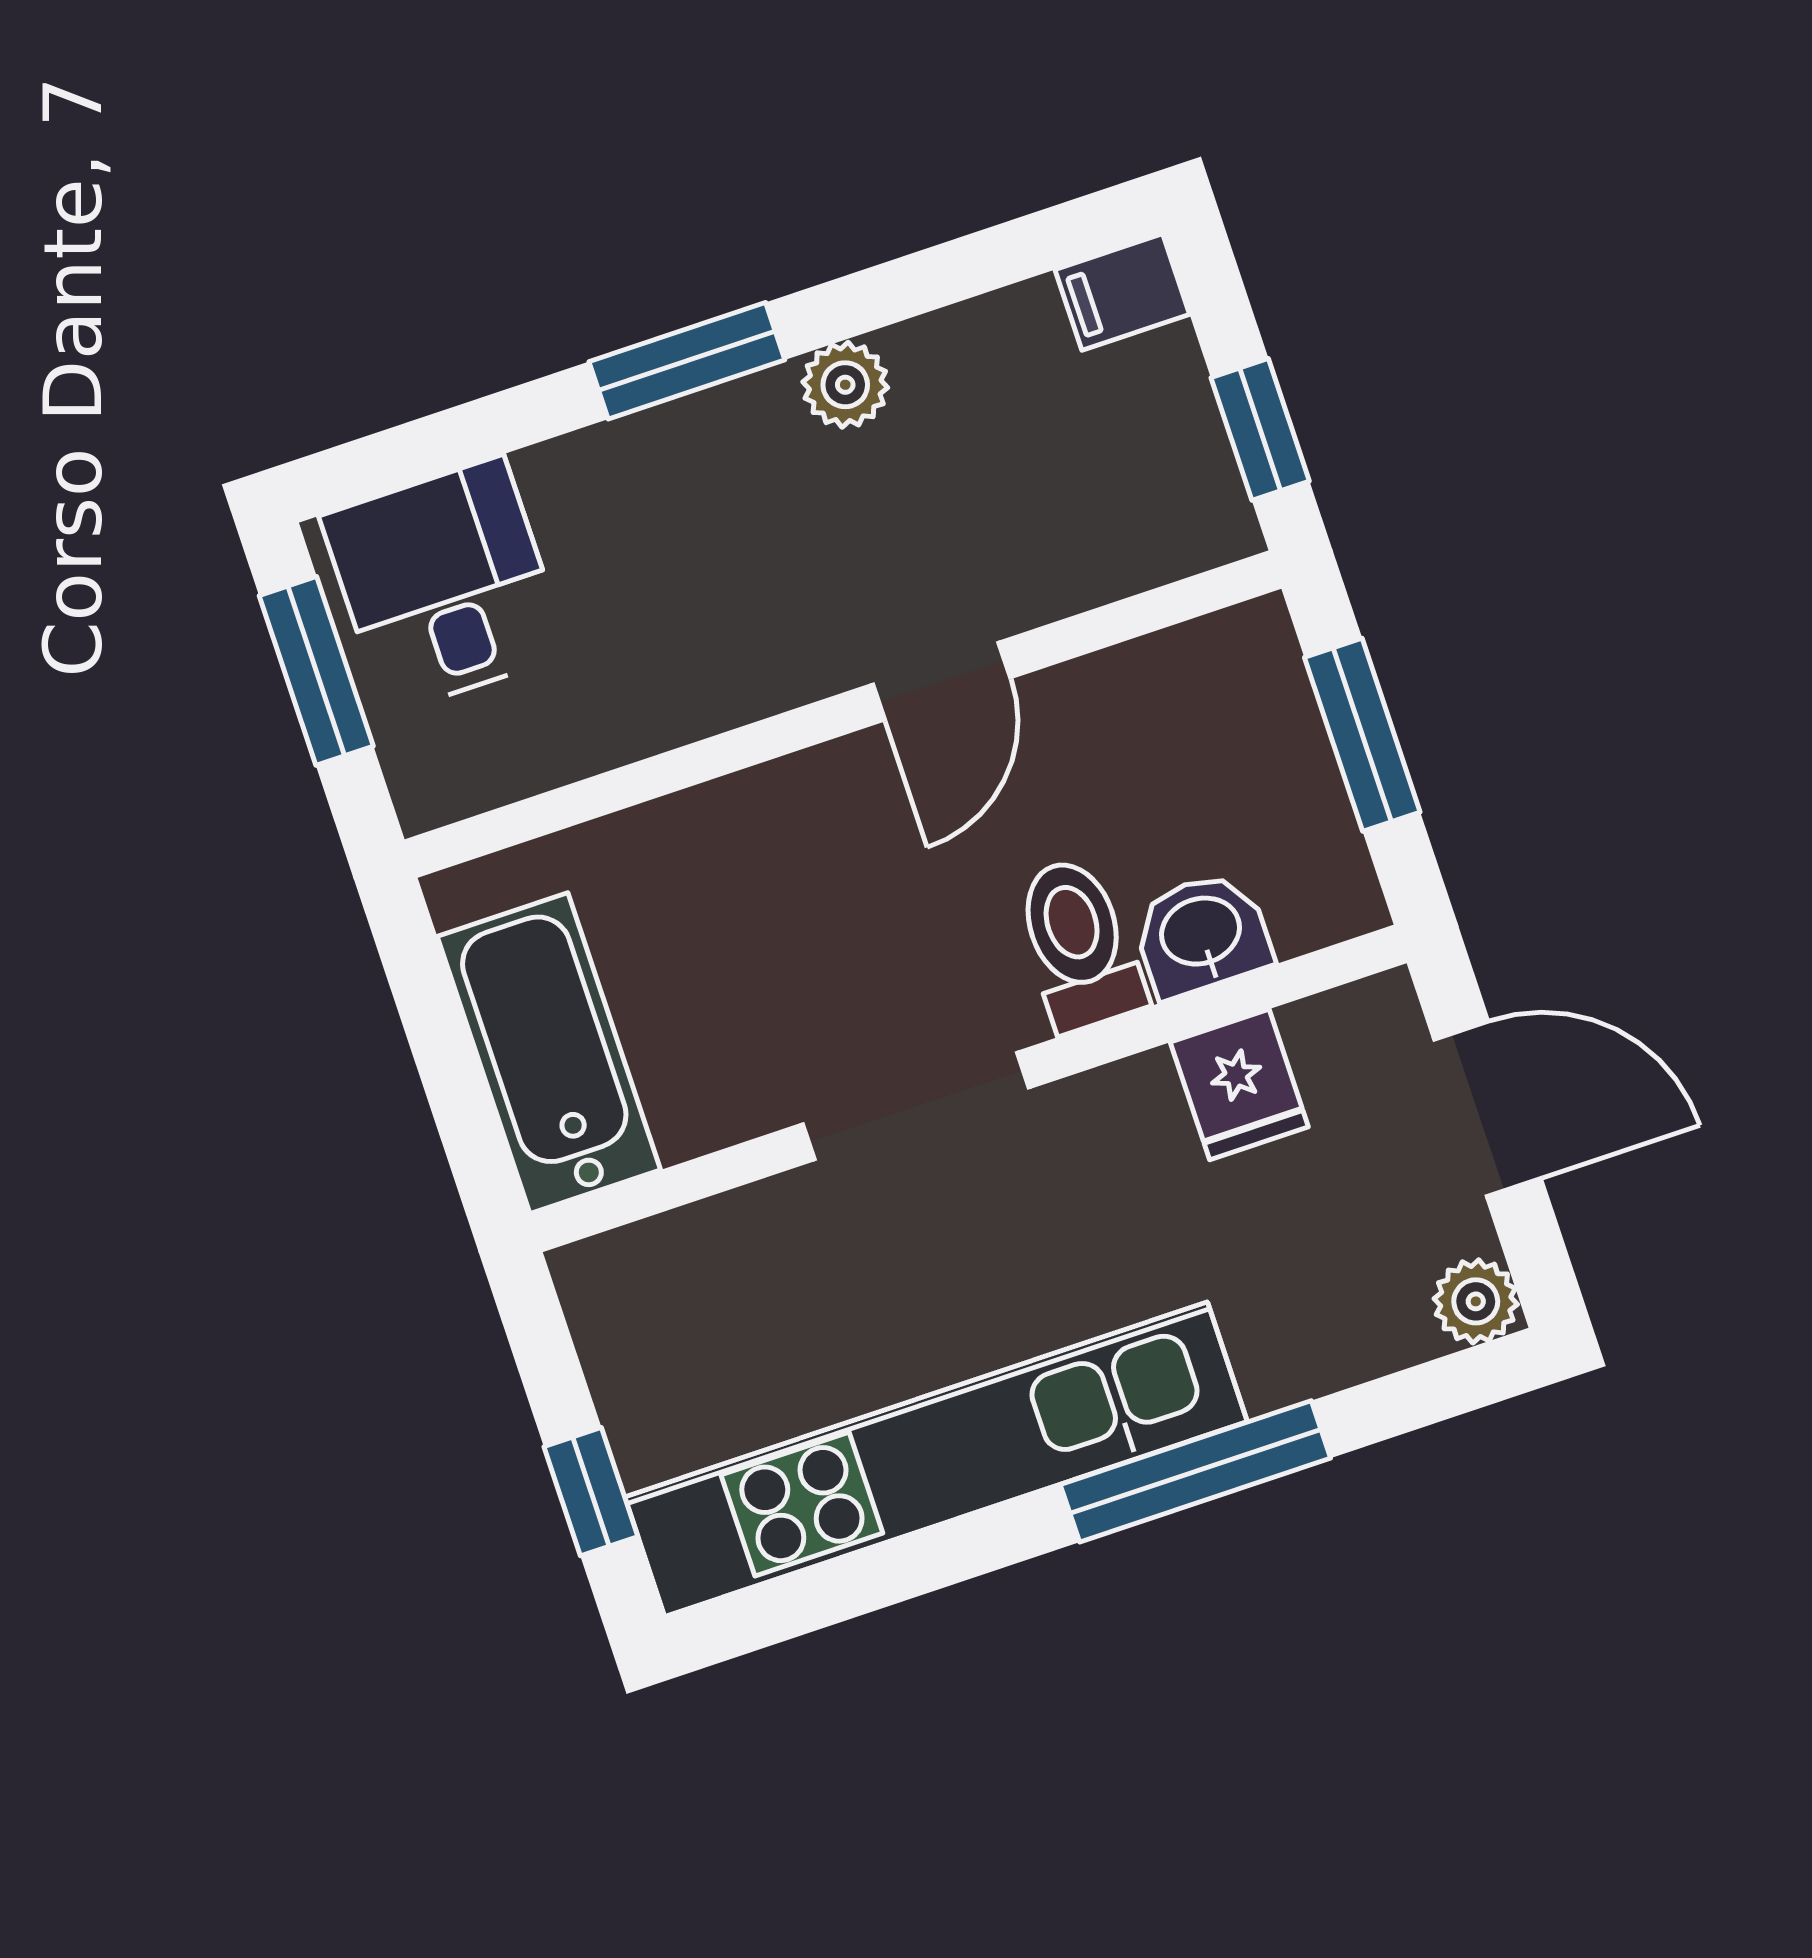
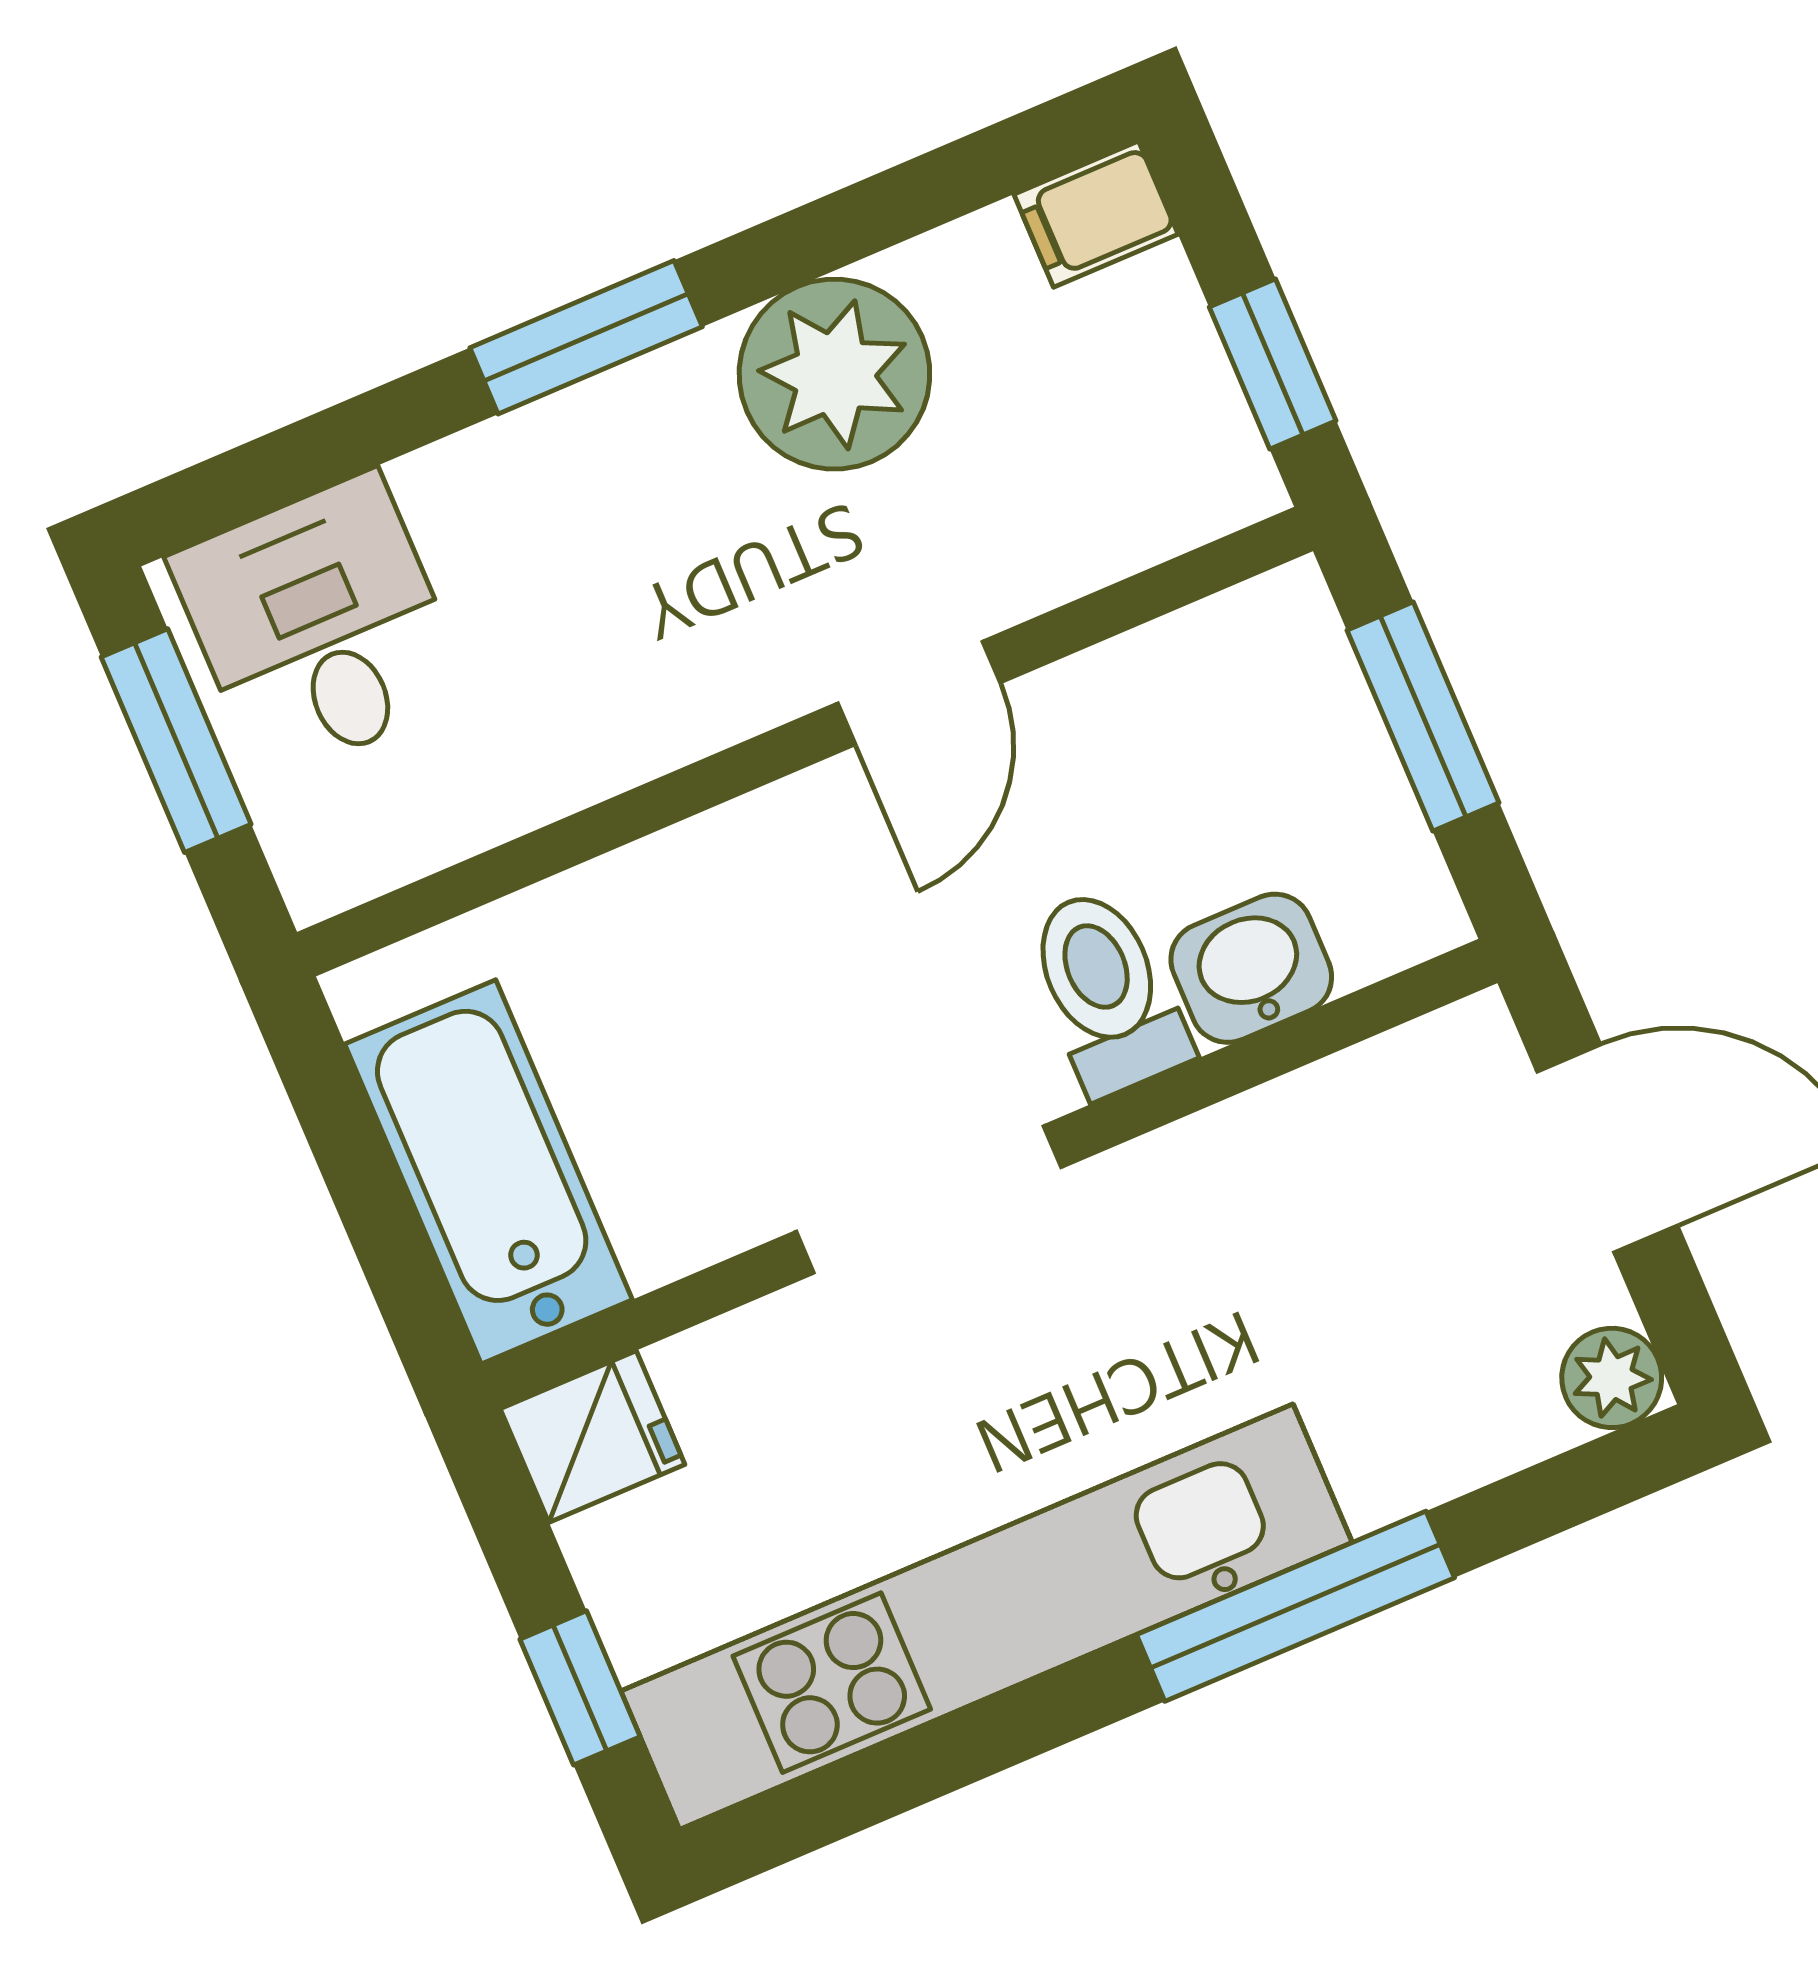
plant: (845, 385) -> (834, 374), width x1.87, depth x1.87
fridge: (1239, 1085) -> (592, 1437), moved, turned -90

